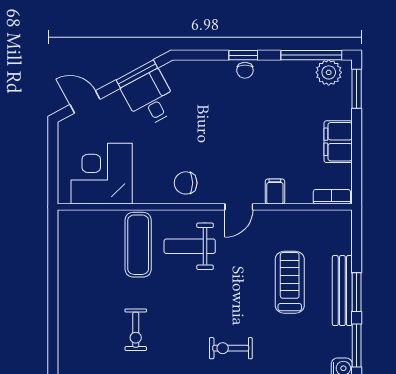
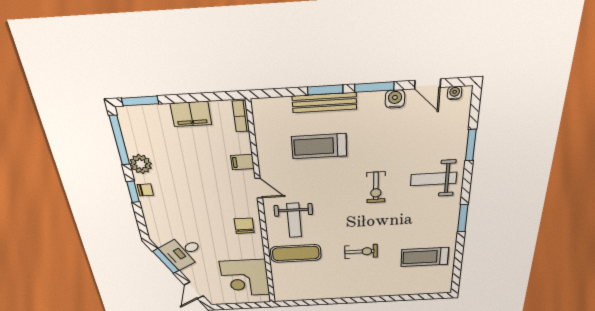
plant: (329, 72) -> (141, 164), moved
chair: (186, 183) -> (244, 226), turned 180

